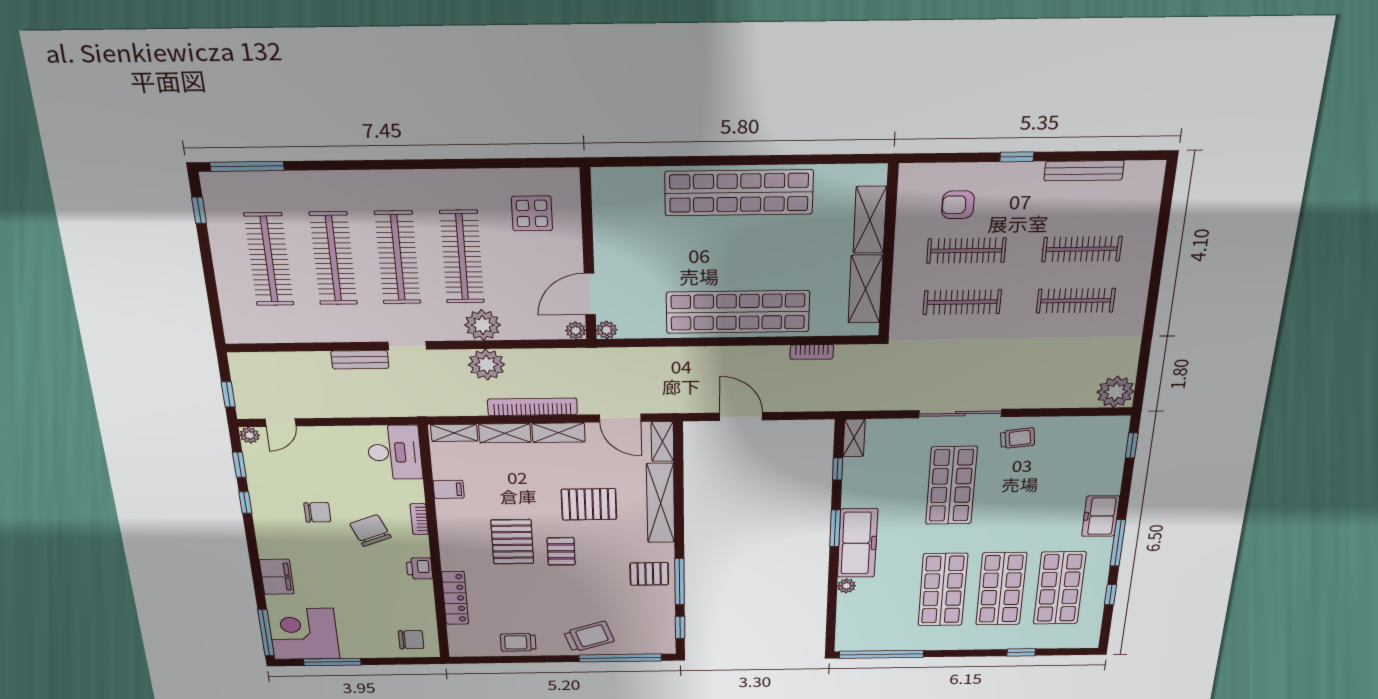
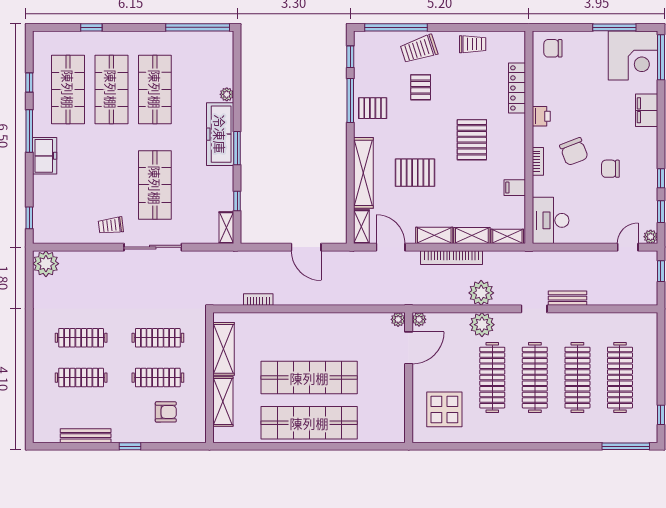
display table: (532, 213) -> (444, 409), width x1.36, depth x1.36
shop shelf: (738, 312) -> (309, 378), moved
pallet: (561, 551) -> (421, 87), moved

